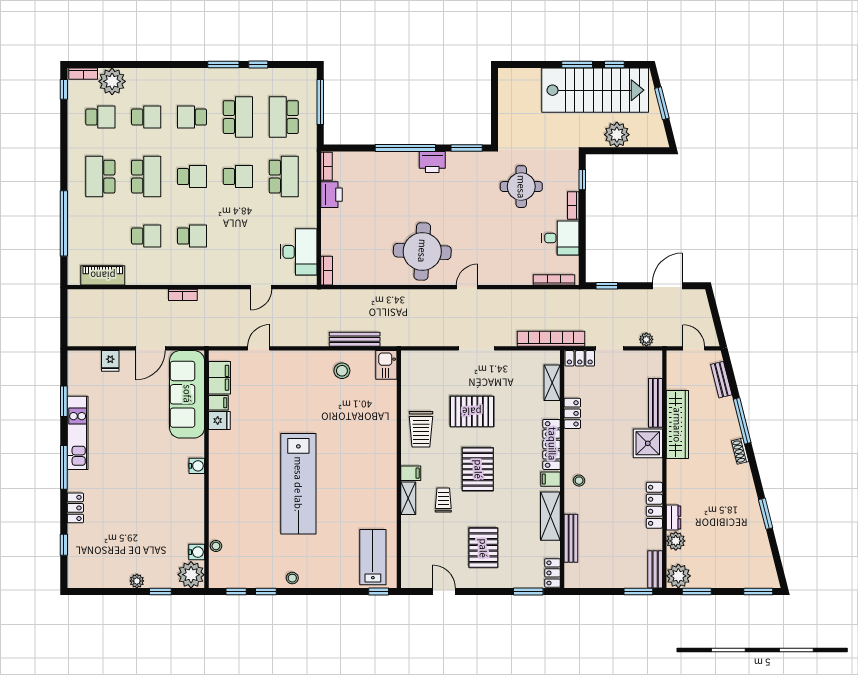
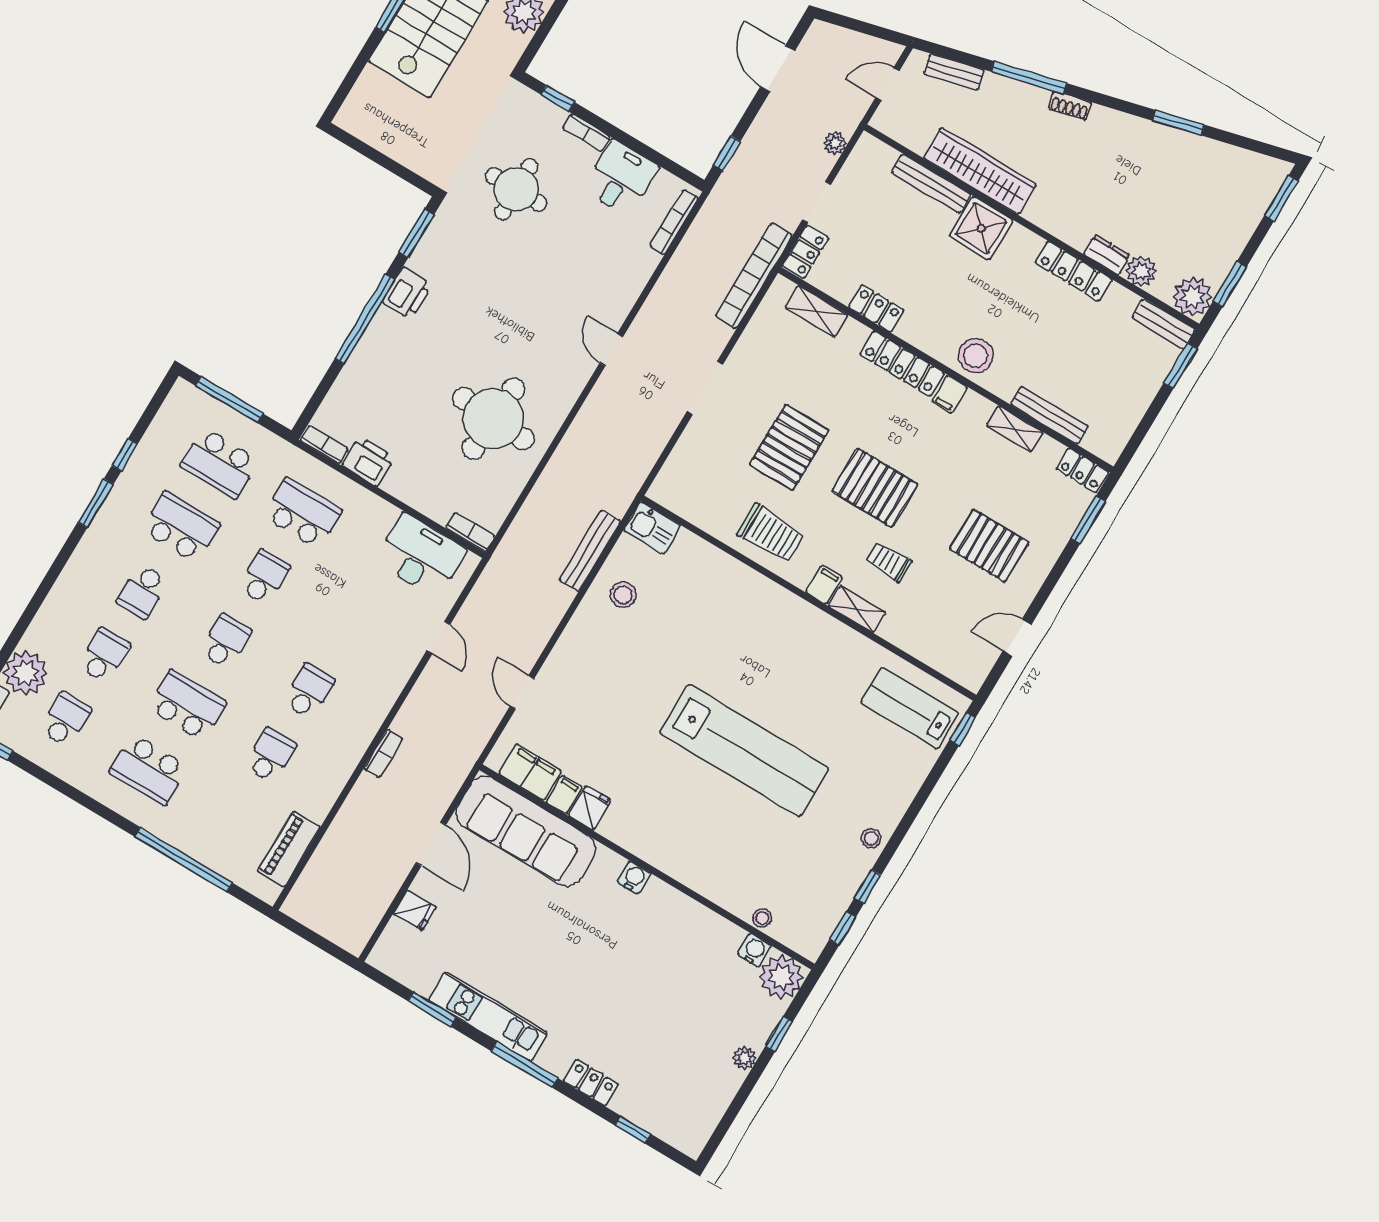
round table: (422, 251) -> (493, 419), moved
stool: (579, 481) -> (976, 356), width x1.89, depth x1.89
shelving: (550, 516) -> (1015, 429), width x0.67, depth x0.75

